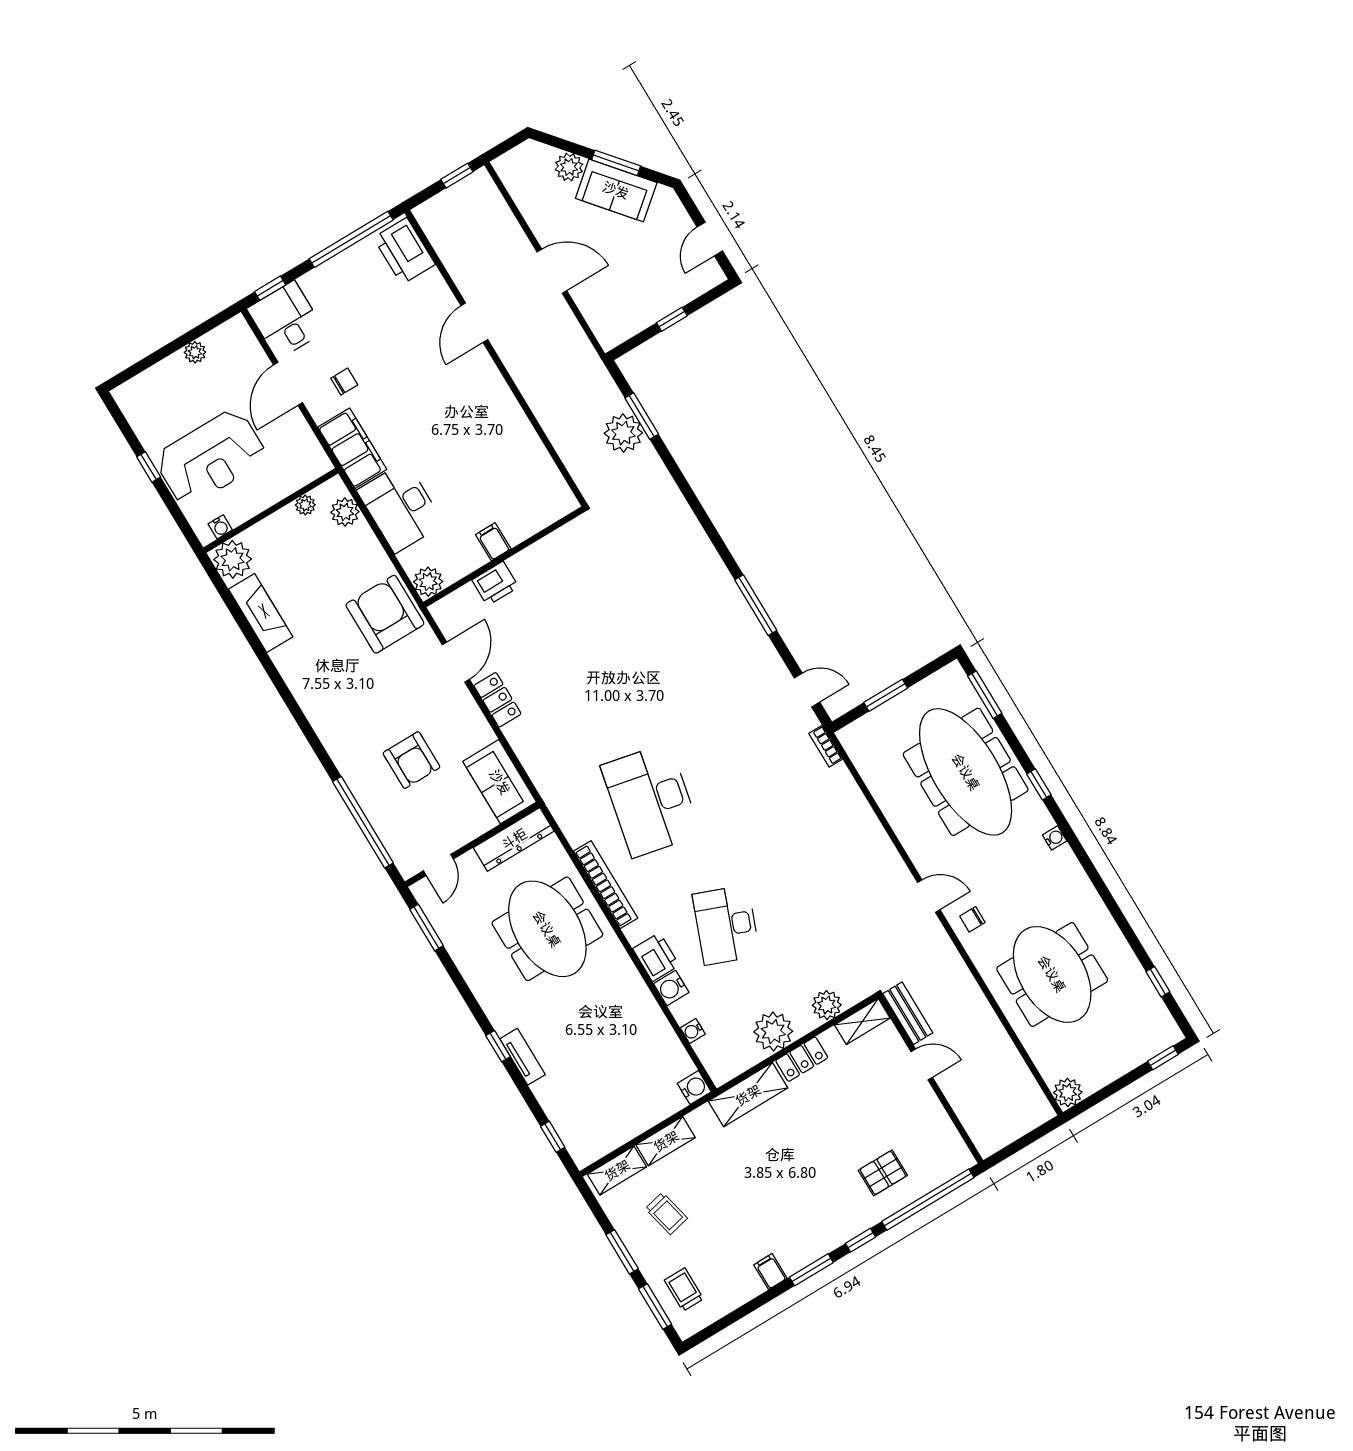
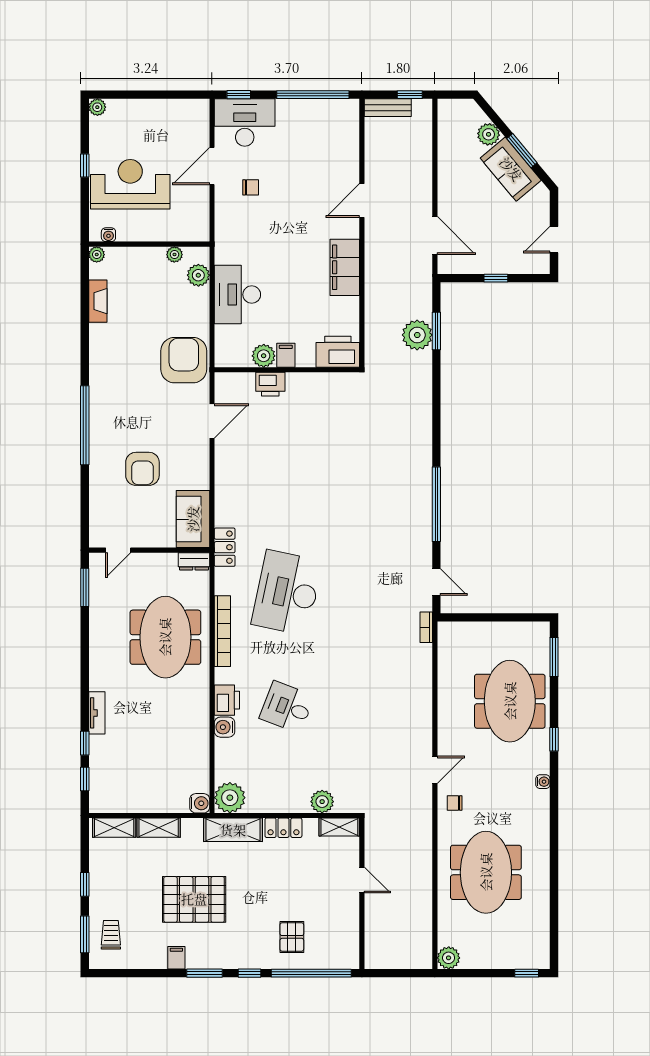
printer: (404, 251) -> (338, 352), moved, turned 90
door: (552, 271) -> (435, 235), moved
desk: (286, 320) -> (245, 122), width x1.37
plant: (195, 352) -> (97, 107), moved
filing cabinet: (352, 448) -> (345, 267), moved, turned 180
reception desk: (211, 458) -> (130, 184), turned 180
plant: (233, 559) -> (97, 255), width x0.53, depth x0.53
plant: (428, 582) -> (264, 356), moved
window: (756, 605) -> (436, 504), width x1.46
fireplace: (261, 613) -> (98, 301), width x0.73, depth x0.76
window: (886, 695) -> (487, 617), removed
locker: (497, 700) -> (225, 547), moved
meeting table: (966, 772) -> (510, 701), width x0.73
window: (363, 822) -> (85, 425), moved
dresser: (514, 839) -> (194, 561), width x0.51, depth x0.80
door: (929, 896) -> (435, 770), hinge flipped
desk: (726, 925) -> (287, 707), width x0.73
window: (1158, 982) -> (554, 920), removed
bench: (908, 1013) -> (388, 108), moved, turned 90
water cooler: (693, 1031) -> (222, 765), removed
plant: (773, 1032) -> (230, 798), moved
window: (498, 1046) -> (85, 743), moved
pallet: (883, 1173) -> (292, 937), turned 90
pallet: (751, 1196) -> (194, 899), added
trolley: (666, 1213) -> (130, 877), removed
window: (622, 1252) -> (85, 884), width x0.67

